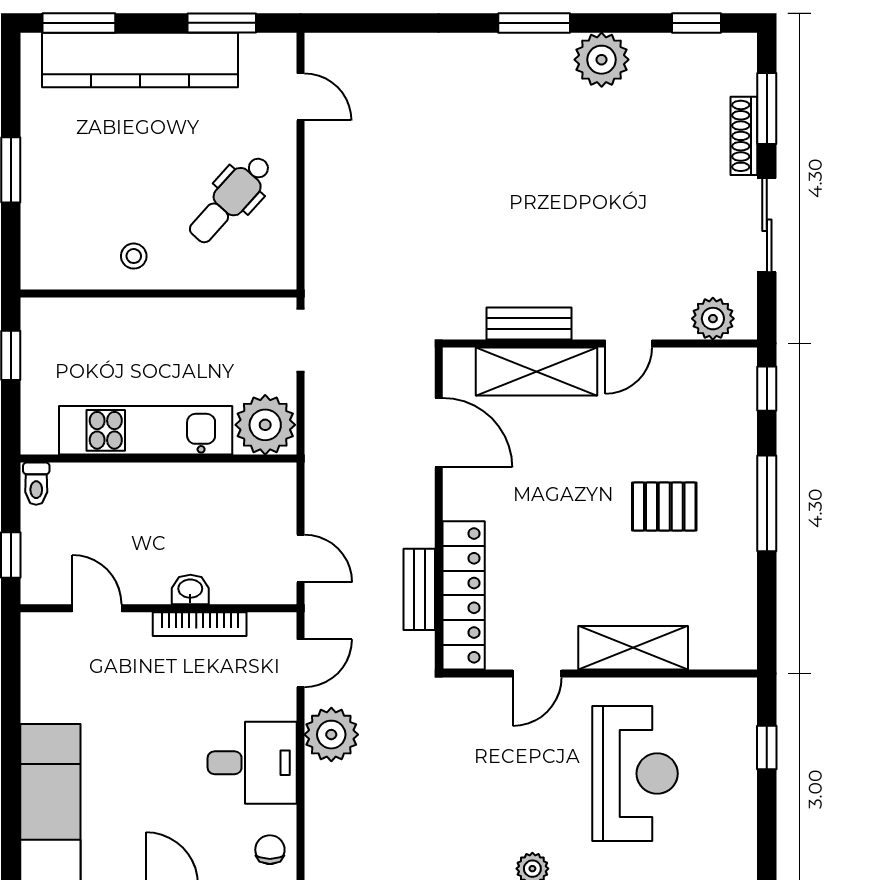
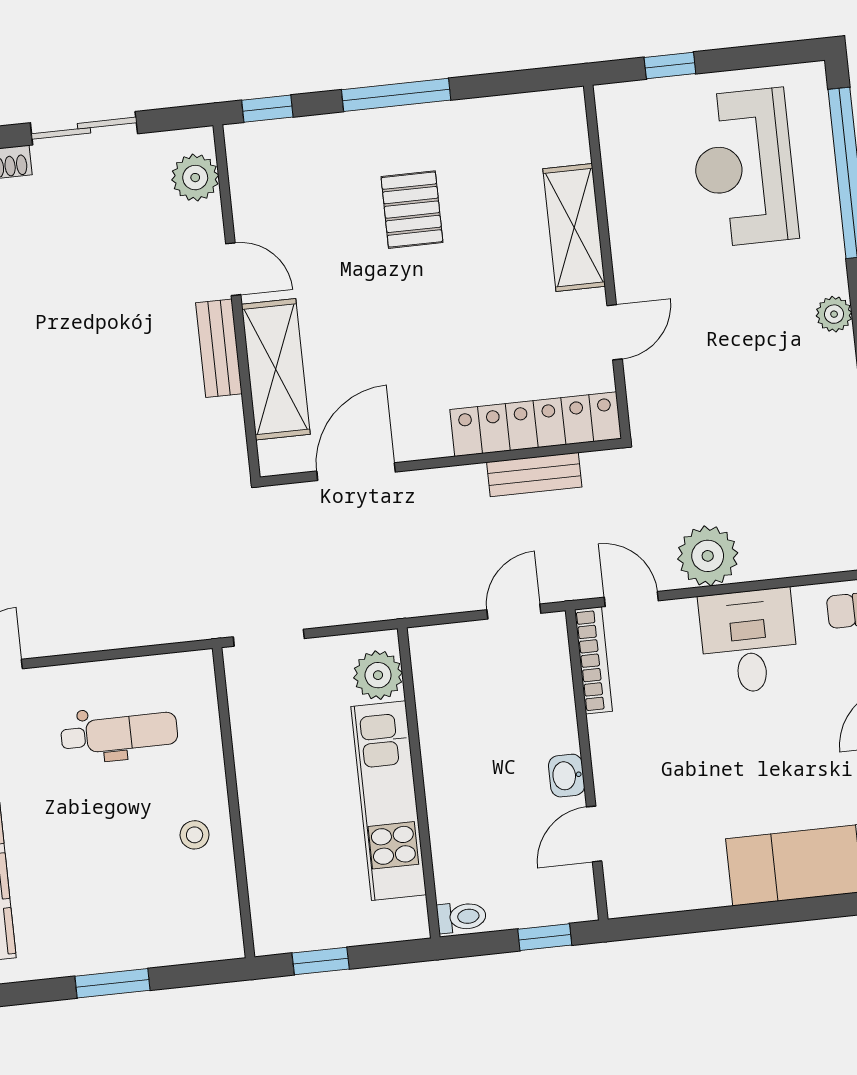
dental chair: (230, 199) -> (119, 733), turned -42
bench: (529, 323) -> (219, 348), moved
plant: (265, 425) -> (378, 675), width x0.73, depth x0.73
washbasin: (190, 589) -> (567, 776), moved
bookcase: (200, 624) -> (593, 660), moved
door: (537, 674) -> (615, 332), hinge flipped
reception desk: (635, 774) -> (744, 168), moved, turned -90

